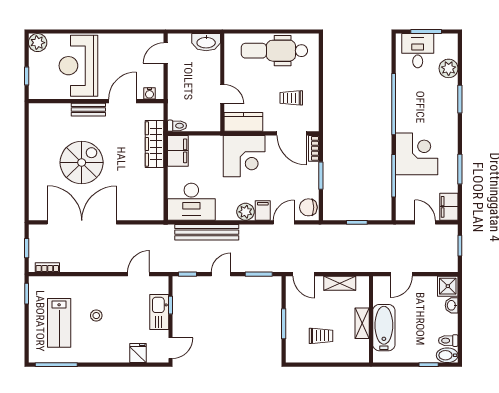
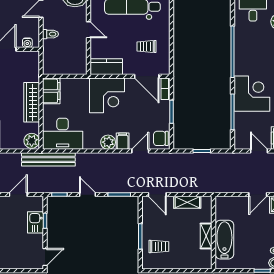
door: (222, 94) -> (88, 30), moved
toilet: (177, 126) -> (50, 34), moved
wardrobe: (155, 144) -> (32, 102), moved
plant: (155, 210) -> (32, 141), added
bench: (207, 232) -> (48, 159), moved
door: (221, 274) -> (87, 195), hinge flipped
door: (401, 274) -> (258, 195), moved
kitchen sink: (159, 312) -> (36, 222), width x0.73
trolley: (321, 336) -> (159, 246), moved
fridge: (138, 353) -> (18, 261), removed

